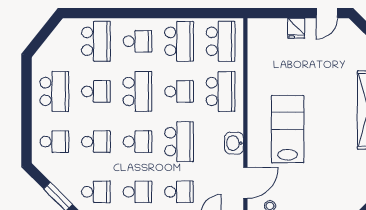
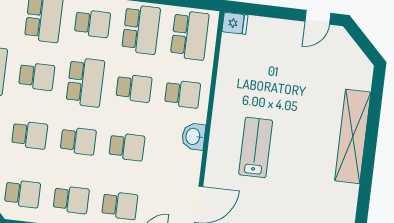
fridge: (296, 28) -> (235, 23), moved, turned -90
school desk: (221, 91) -> (183, 94), width x0.54
lab bench: (288, 129) -> (256, 147), width x0.73, depth x0.72
school desk: (179, 142) -> (127, 147), width x0.54
washbasin: (234, 143) -> (193, 136), moved

